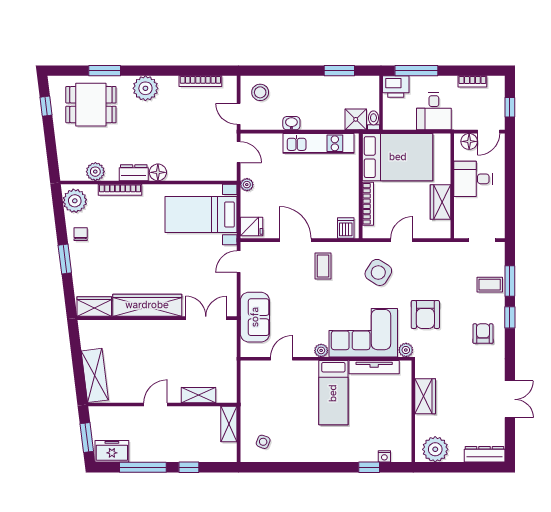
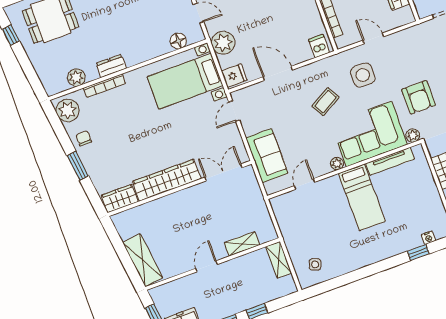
floor lamp: (158, 172) -> (178, 41), moved
plant: (247, 185) -> (223, 43), width x1.88, depth x1.88
door: (402, 240) -> (373, 38), hinge flipped
coffee table: (323, 266) -> (326, 102), moved, turned 61
side table: (378, 272) -> (363, 75), turned -32

